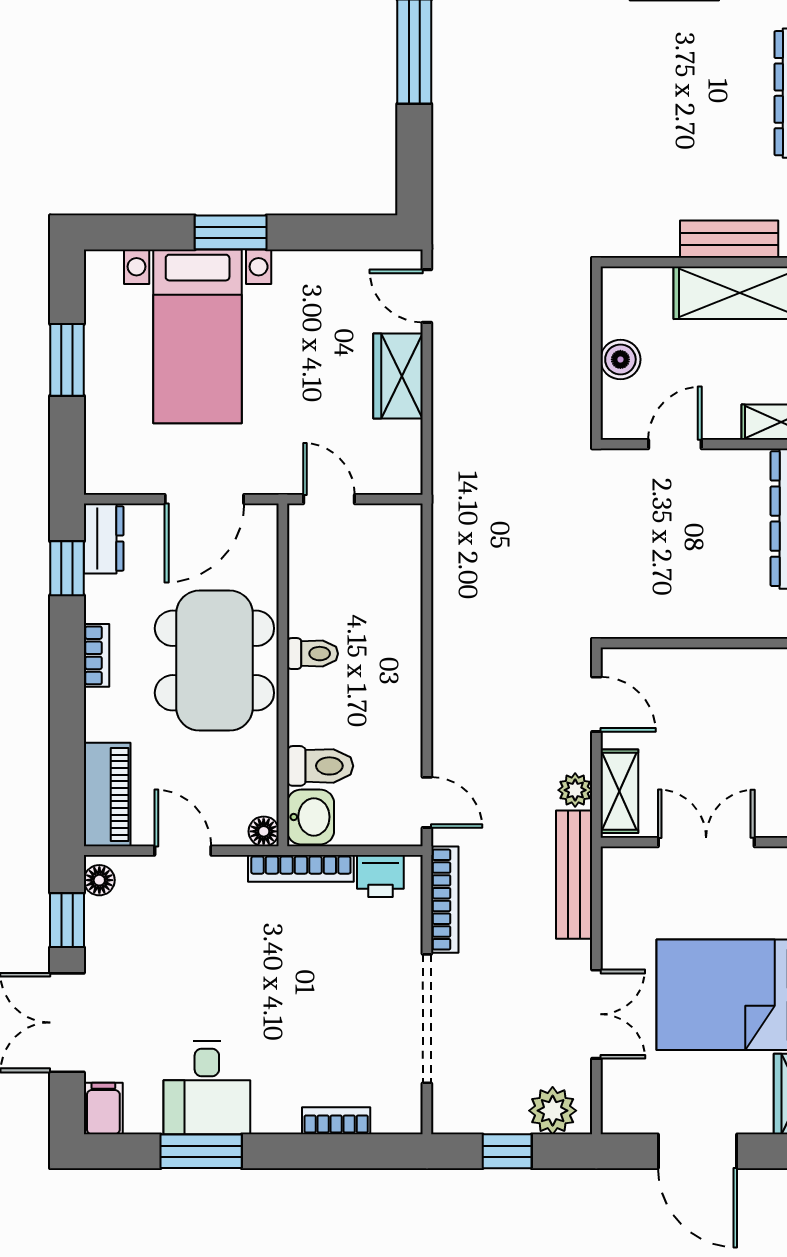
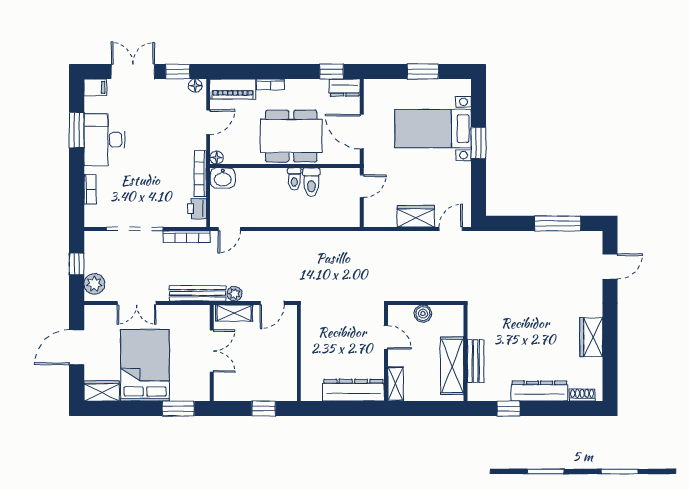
bookcase: (97, 655) -> (271, 84), moved
toilet: (320, 766) -> (311, 182), moved
desk: (207, 1088) -> (104, 140), width x1.37

